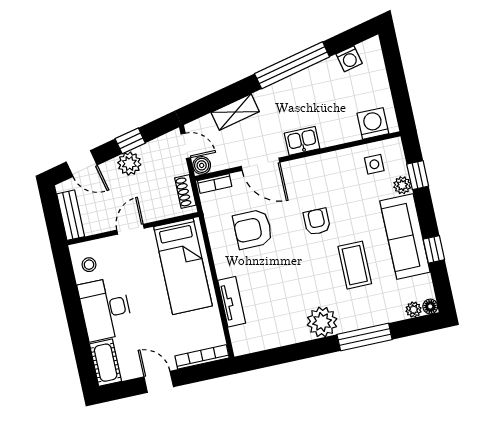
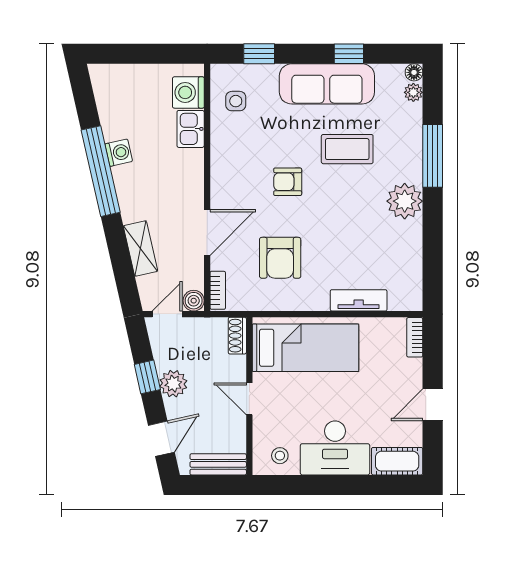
washing machine: (349, 59) -> (119, 153), moved
kitchen sink: (302, 141) -> (191, 129), moved
plant: (402, 185) -> (267, 74), removed
shoe rack: (185, 192) -> (237, 336), moved, turned 90
bookcase: (202, 357) -> (415, 337), width x0.64

